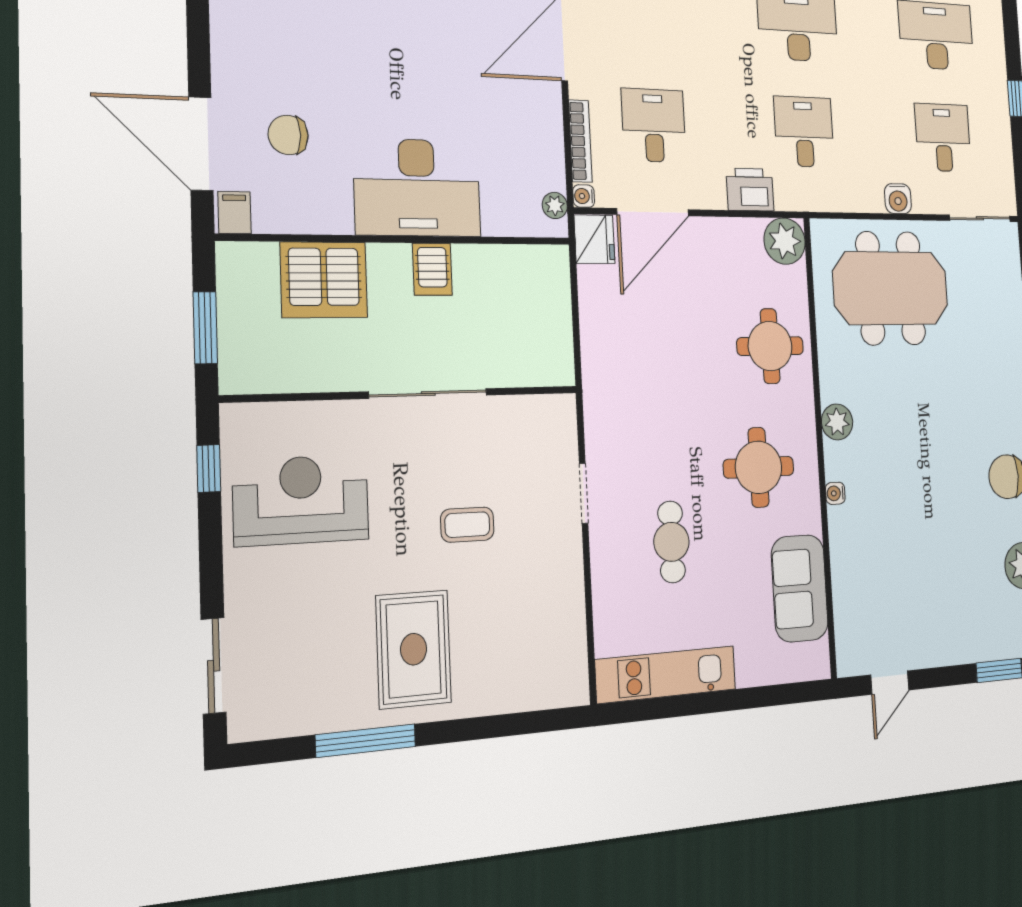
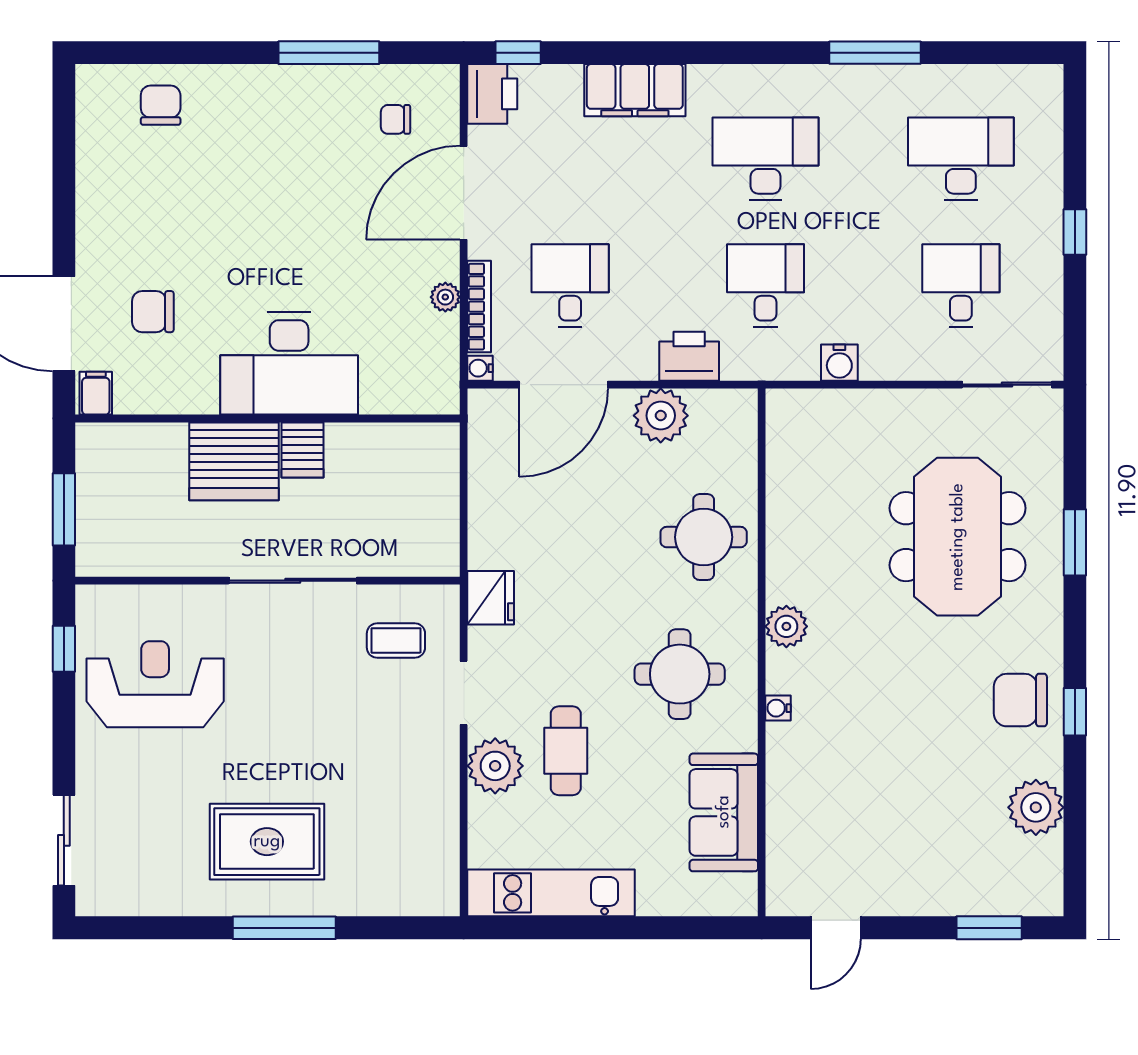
water cooler: (898, 199) -> (839, 363), moved
plant: (555, 205) -> (445, 297), moved
fridge: (594, 239) -> (491, 598), moved
plant: (785, 241) -> (661, 416), moved
server rack: (324, 280) -> (234, 461), moved
meeting table: (891, 288) -> (958, 537), moved, turned 90
coffee table: (467, 525) -> (396, 640), moved
plant: (614, 560) -> (495, 766), added
rug: (414, 649) -> (267, 842), turned 90
window: (366, 741) -> (284, 928), moved

